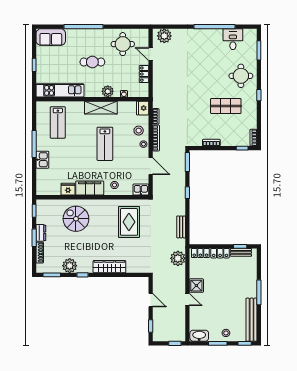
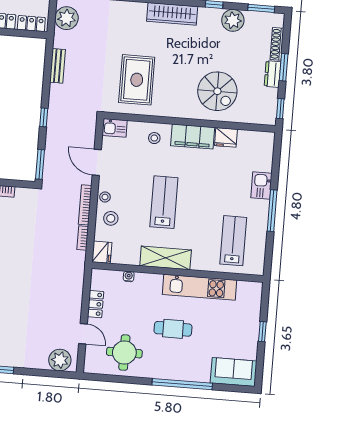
kitchen unit: (60, 90) -> (200, 287), moved
plant: (108, 91) -> (153, 282), removed

